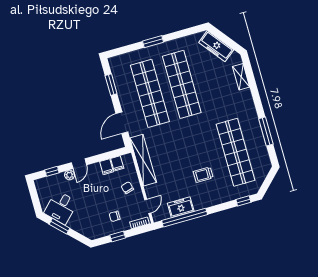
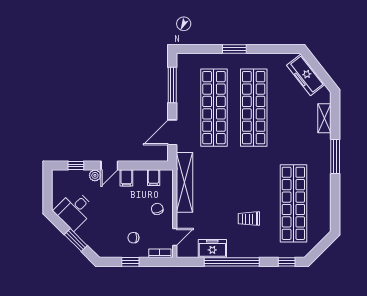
window: (111, 85) -> (172, 85), width x1.44
window: (266, 131) -> (335, 157), moved
filing cabinet: (107, 167) -> (126, 178), moved
window: (185, 218) -> (232, 262), moved
window: (60, 226) -> (76, 240), moved

